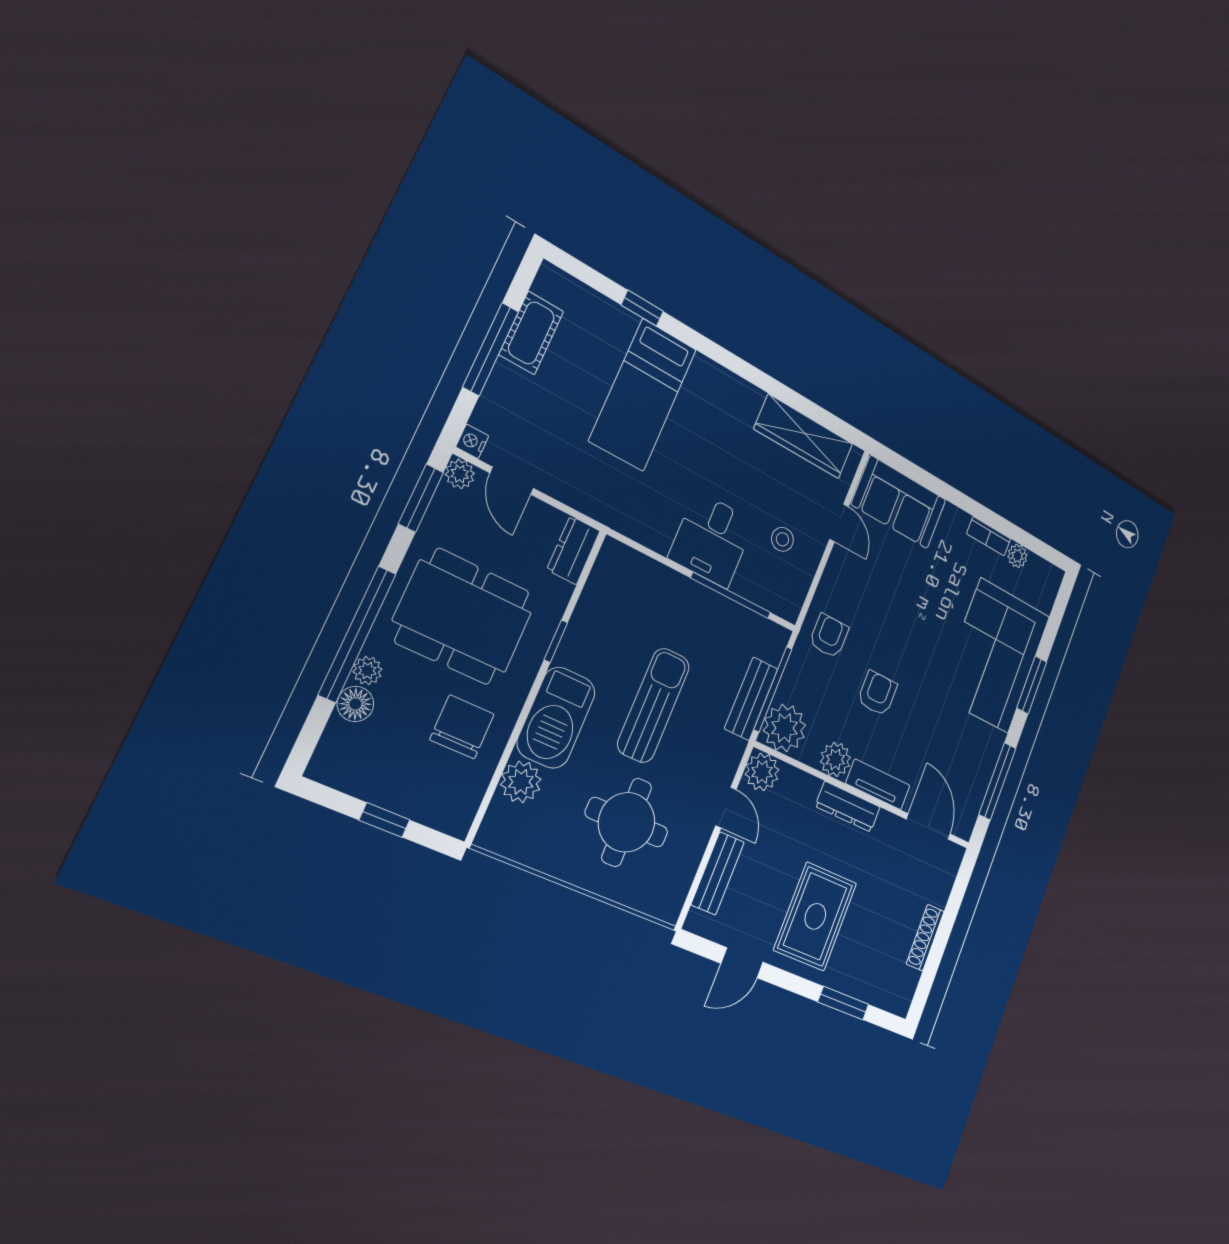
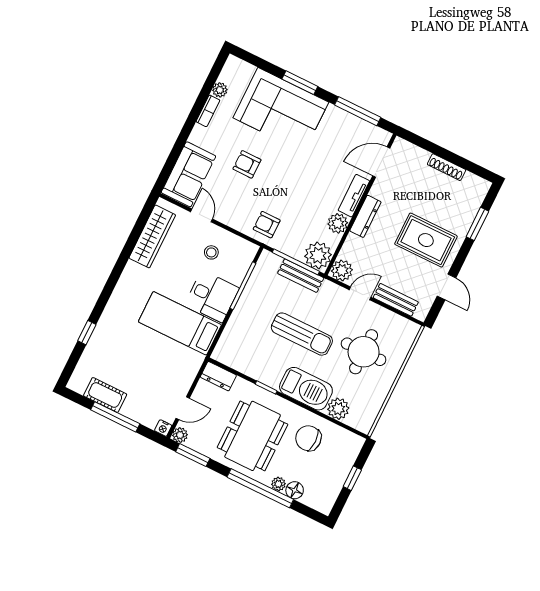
bed: (643, 395) -> (180, 323), moved, turned 180
door: (839, 523) -> (201, 215), hinge flipped
armchair: (877, 693) -> (247, 164), moved
sun lounger: (654, 705) -> (302, 334), turned 180

